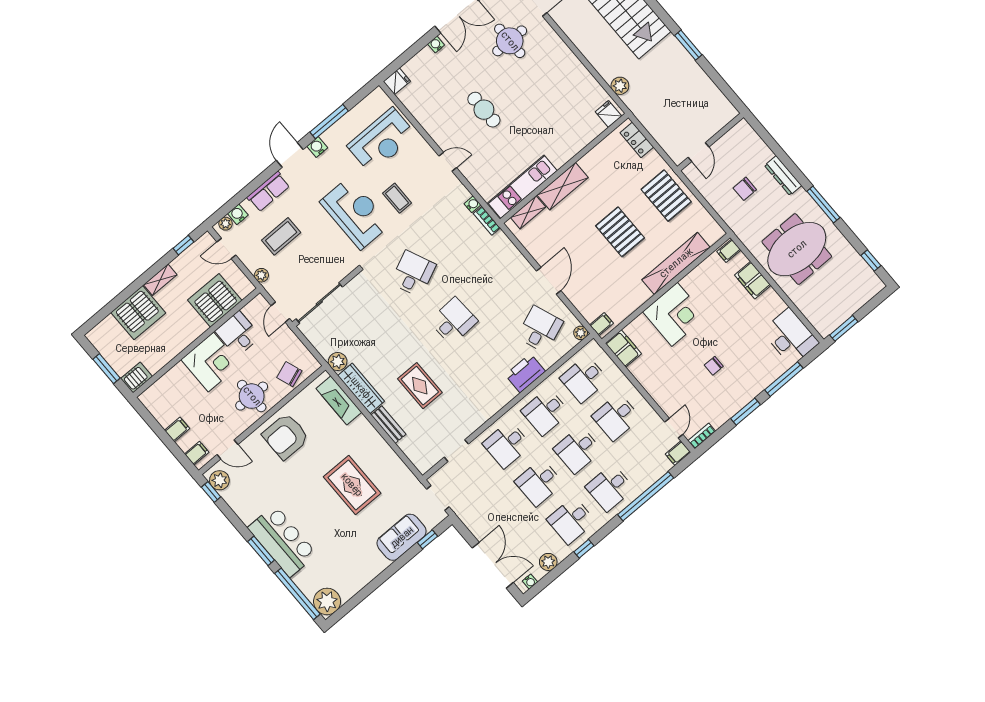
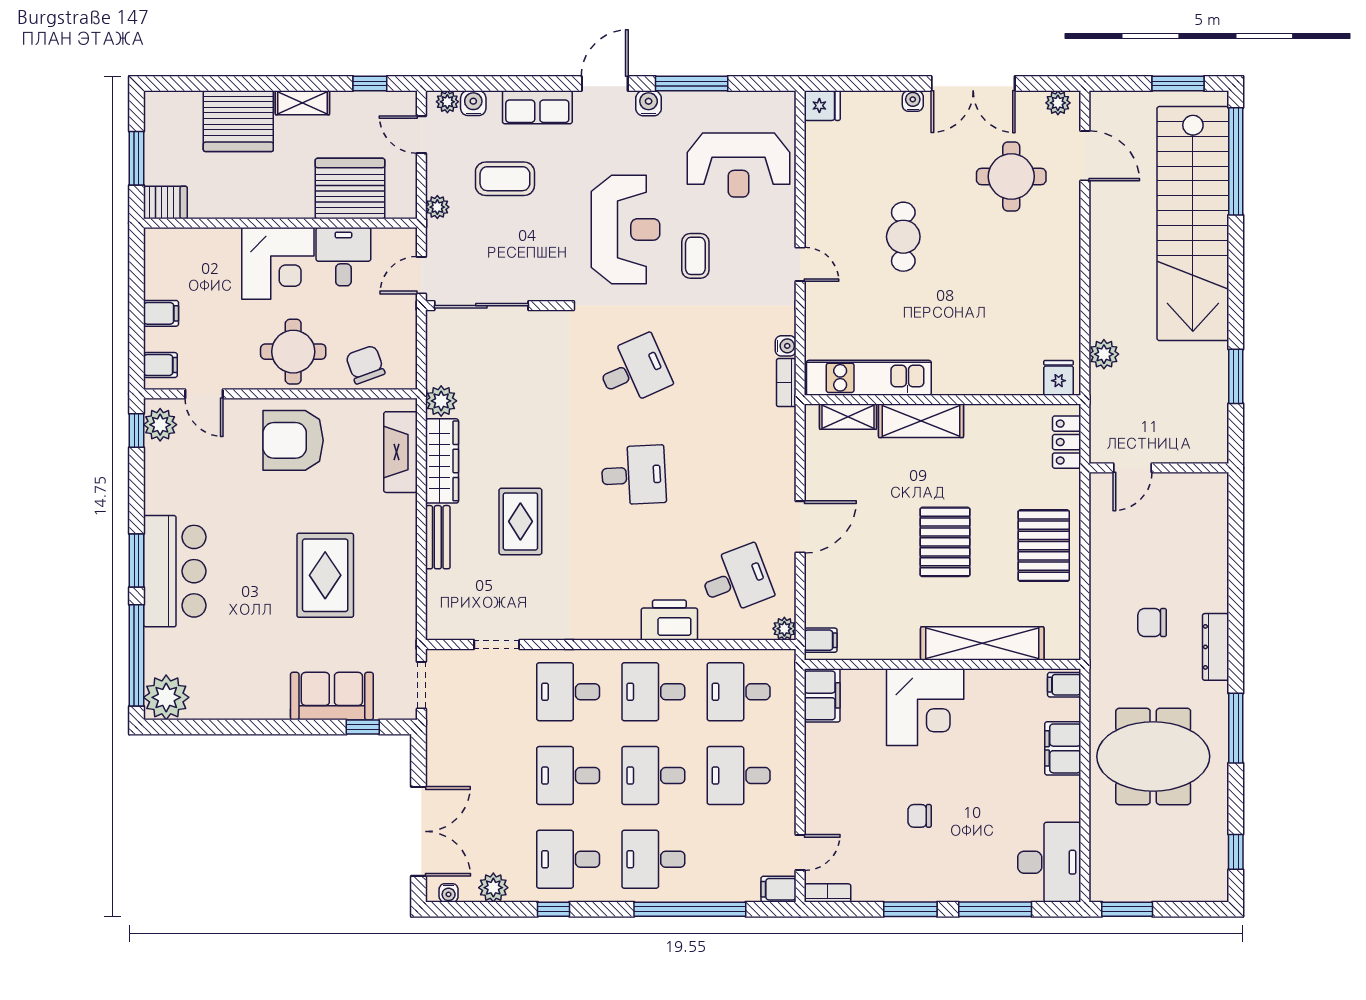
wall: (710, 142) -> (1159, 468), moved
door: (698, 152) -> (1132, 468), moved

